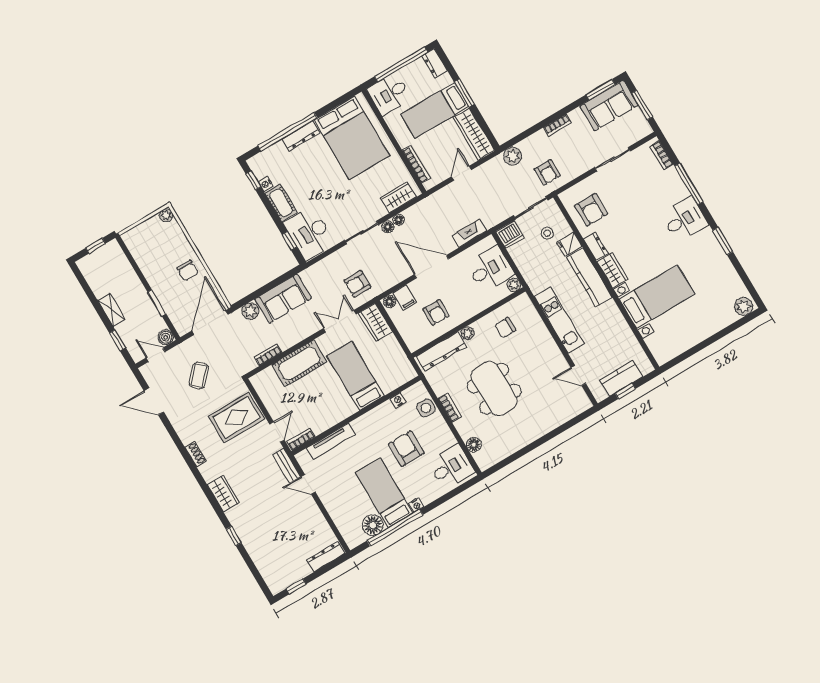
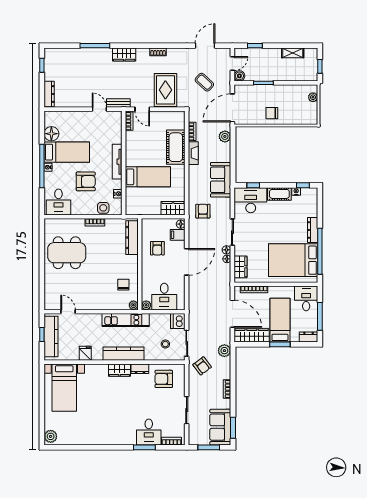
window: (401, 64) -> (320, 316), width x0.68
window: (288, 132) -> (320, 251), moved
armchair: (547, 172) -> (202, 366), turned -127
door: (462, 173) -> (232, 314), width x1.87
window: (689, 184) -> (144, 447), width x0.69
plant: (166, 215) -> (313, 97), moved
desk: (685, 220) -> (149, 432), moved
fireplace: (469, 233) -> (193, 153), moved
window: (723, 241) -> (98, 447), removed
fridge: (569, 244) -> (85, 353), moved
bed with nightstands: (657, 297) -> (64, 388), moved
sofa: (283, 299) -> (221, 180), moved
shelving: (111, 310) -> (293, 53), moved
armchair: (436, 312) -> (157, 248), turned -90
kitchen unit: (559, 320) -> (126, 320), moved
double door: (340, 321) -> (187, 187), removed
door: (210, 323) -> (232, 108), swing flipped
plant: (468, 333) -> (133, 305), moved
door: (578, 376) -> (68, 312), hinge flipped
kitchen counter: (621, 378) -> (51, 336), width x1.50
dining table: (494, 389) -> (67, 253), moved
tv unit: (331, 441) -> (117, 162), moved
floor lamp: (474, 445) -> (64, 224), removed
door: (308, 484) -> (99, 109), hinge flipped
window: (395, 528) -> (42, 166), moved
window: (234, 536) -> (95, 46), width x2.17

